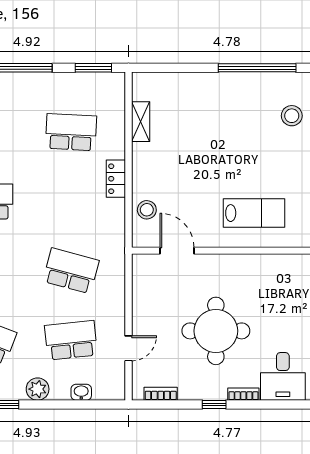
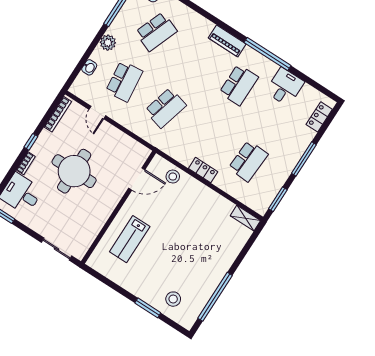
shelving: (141, 122) -> (245, 218), moved
bookcase: (161, 394) -> (58, 114), width x1.56

